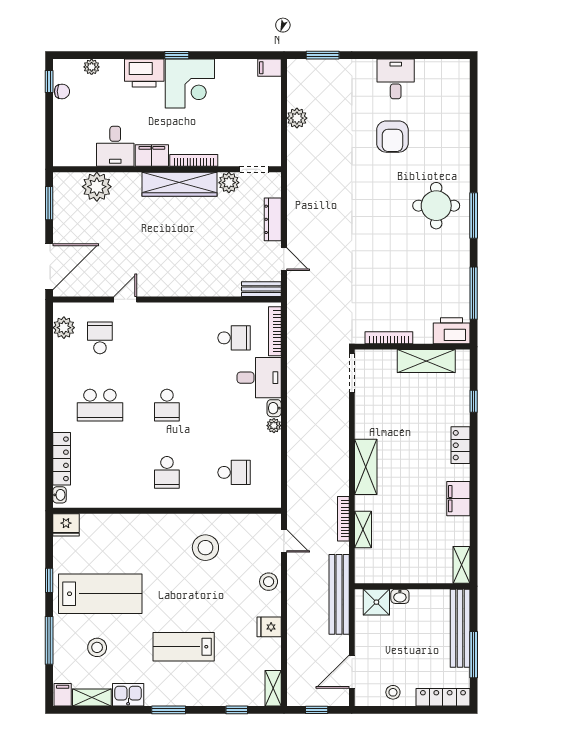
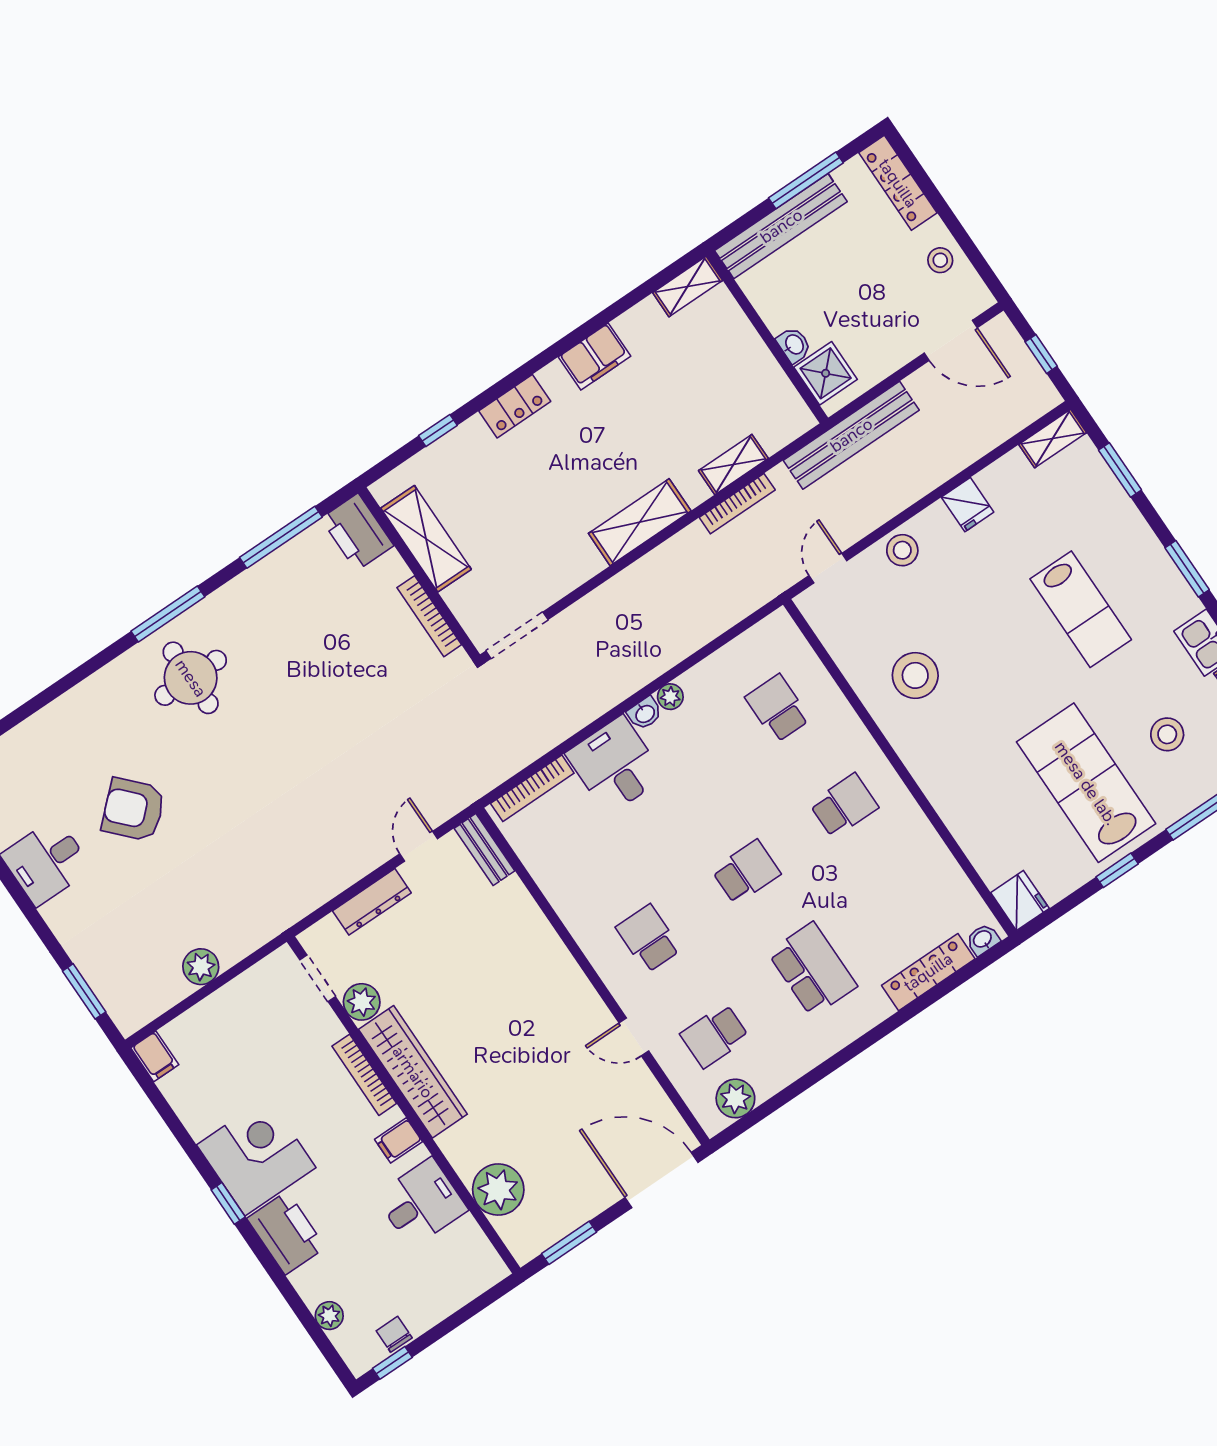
armchair: (392, 137) -> (133, 810), turned -133
filing cabinet: (152, 156) -> (398, 1140), width x0.50
school desk: (234, 338) -> (648, 938), moved
window: (237, 710) -> (1120, 470), width x1.50

